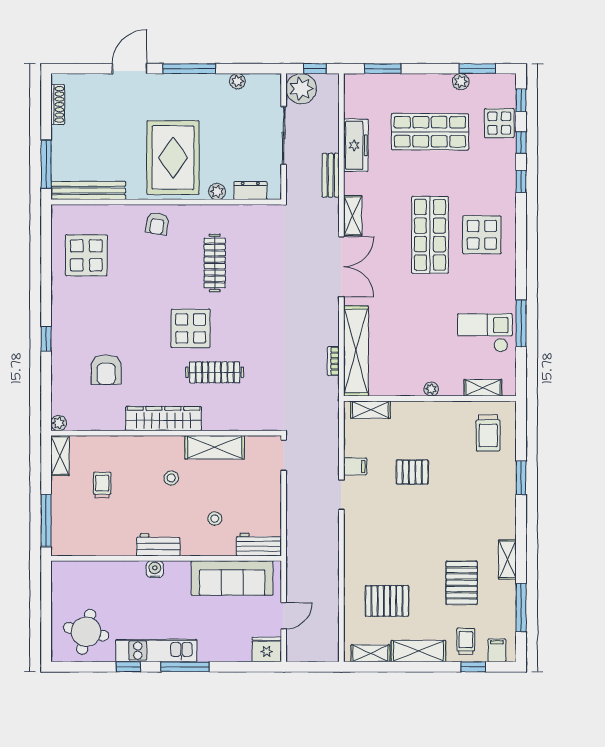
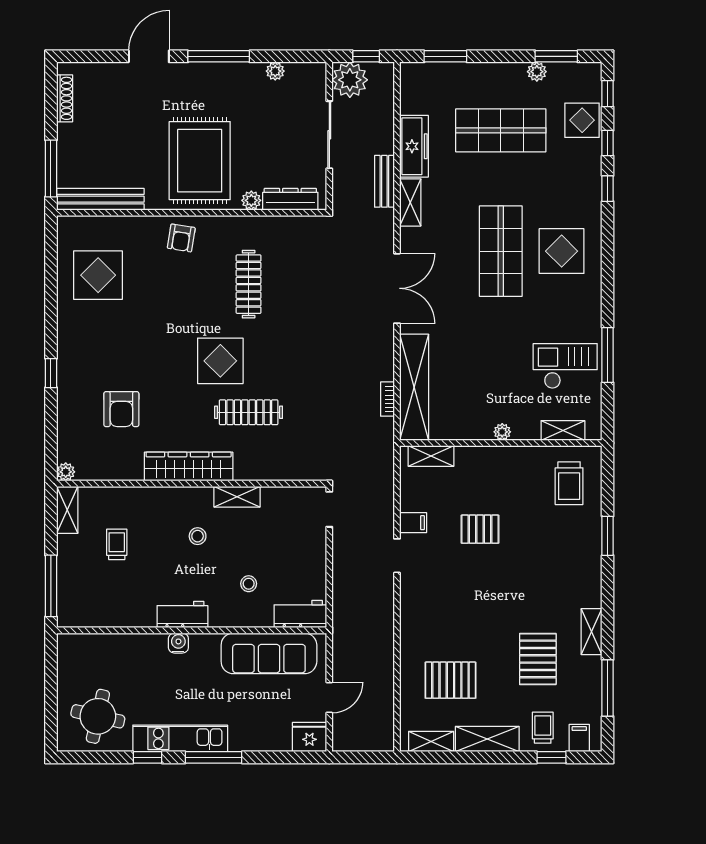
dresser: (250, 191) -> (290, 199), width x1.44
shelving: (353, 216) -> (410, 202), moved
shelving: (215, 447) -> (237, 497), width x0.67, depth x0.75

